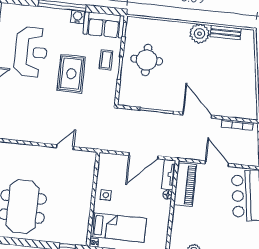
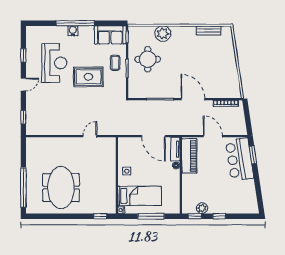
water cooler: (78, 17) -> (73, 31), moved
plant: (199, 34) -> (163, 34), moved
rug: (71, 74) -> (88, 77), turned 90
door: (144, 156) -> (153, 136), hinge flipped

